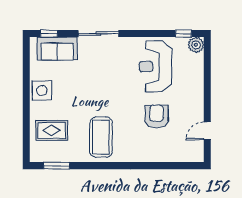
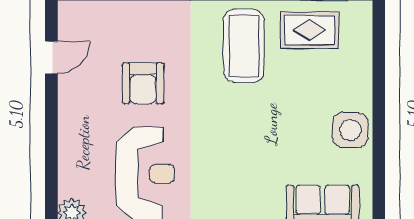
rug: (52, 130) -> (310, 30), moved

